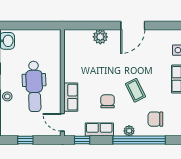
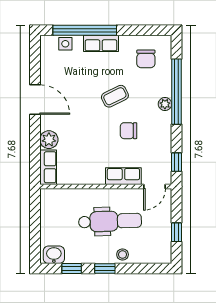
chair: (155, 119) -> (146, 59), moved
row of seats: (99, 129) -> (48, 167), moved, turned 180

